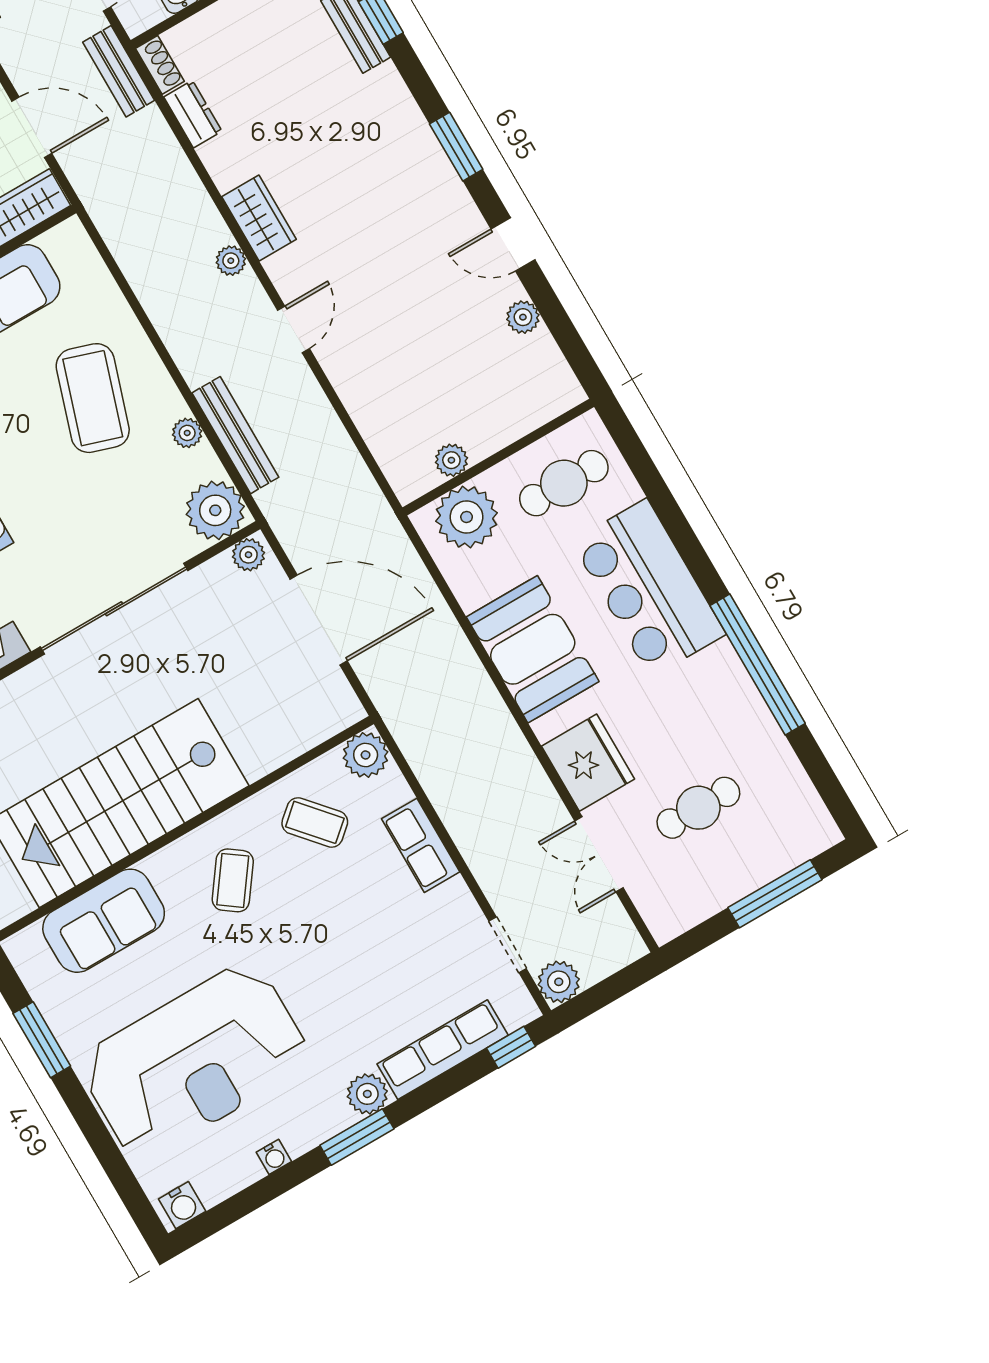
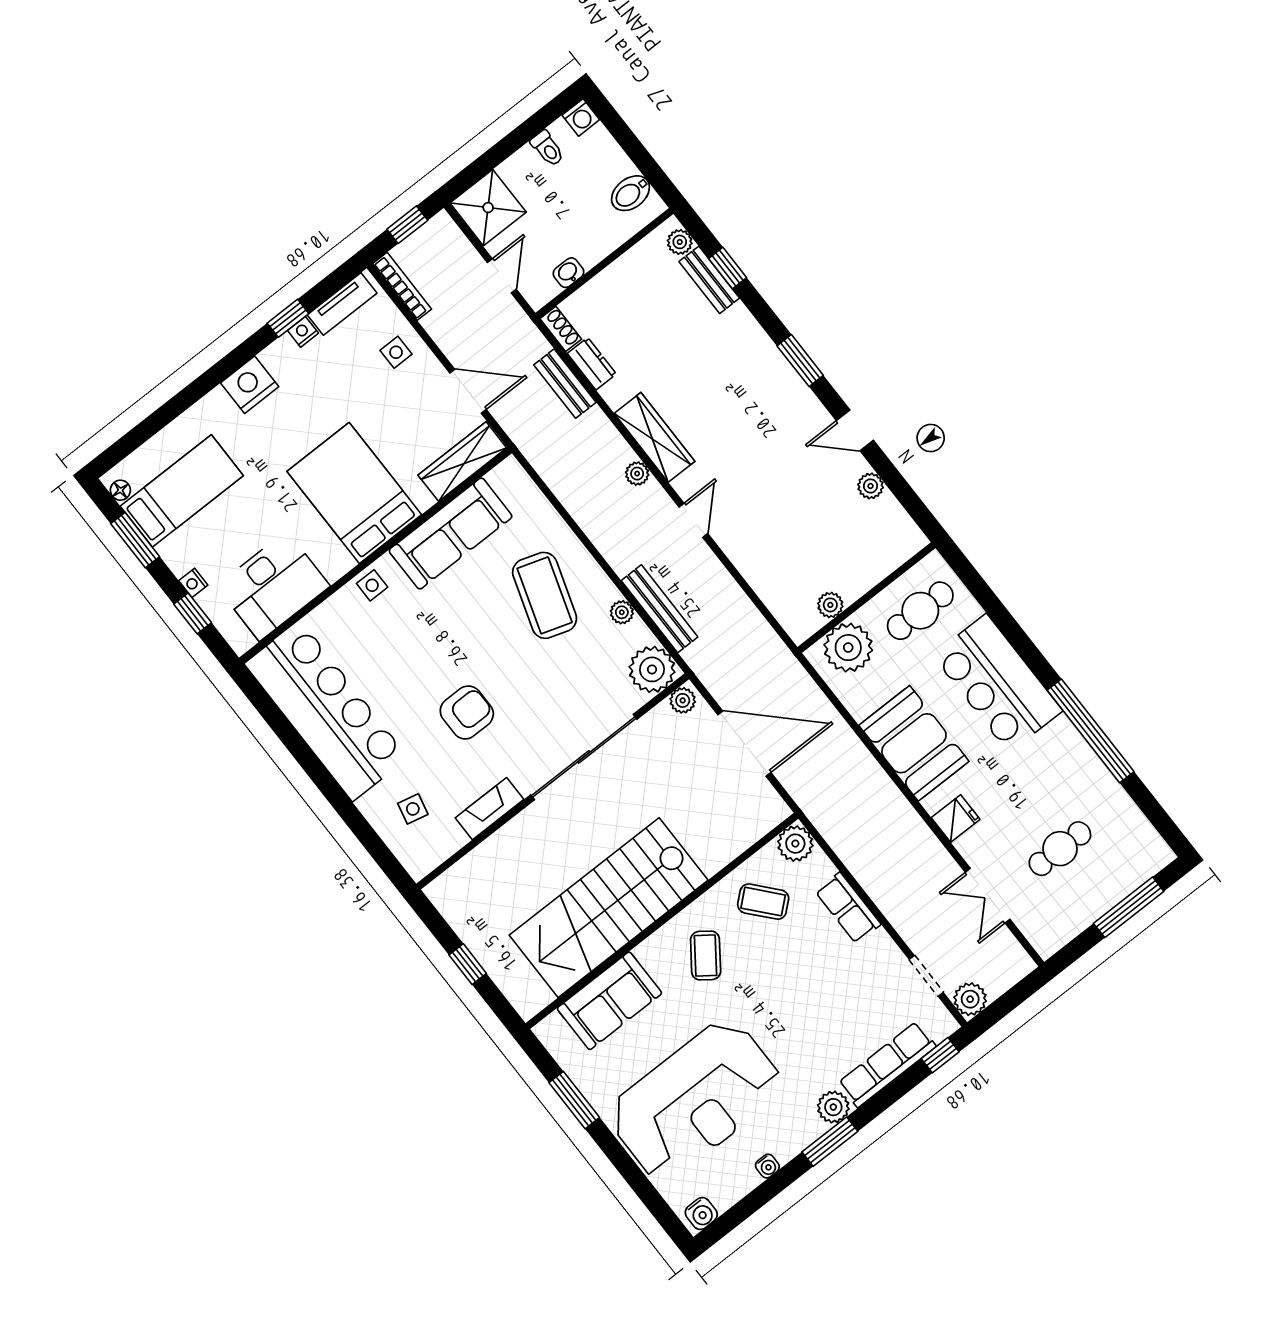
bench: (119, 71) -> (565, 384), moved
wardrobe: (259, 218) -> (655, 437), width x1.50
fridge: (588, 763) -> (956, 818), width x0.53, depth x0.75

